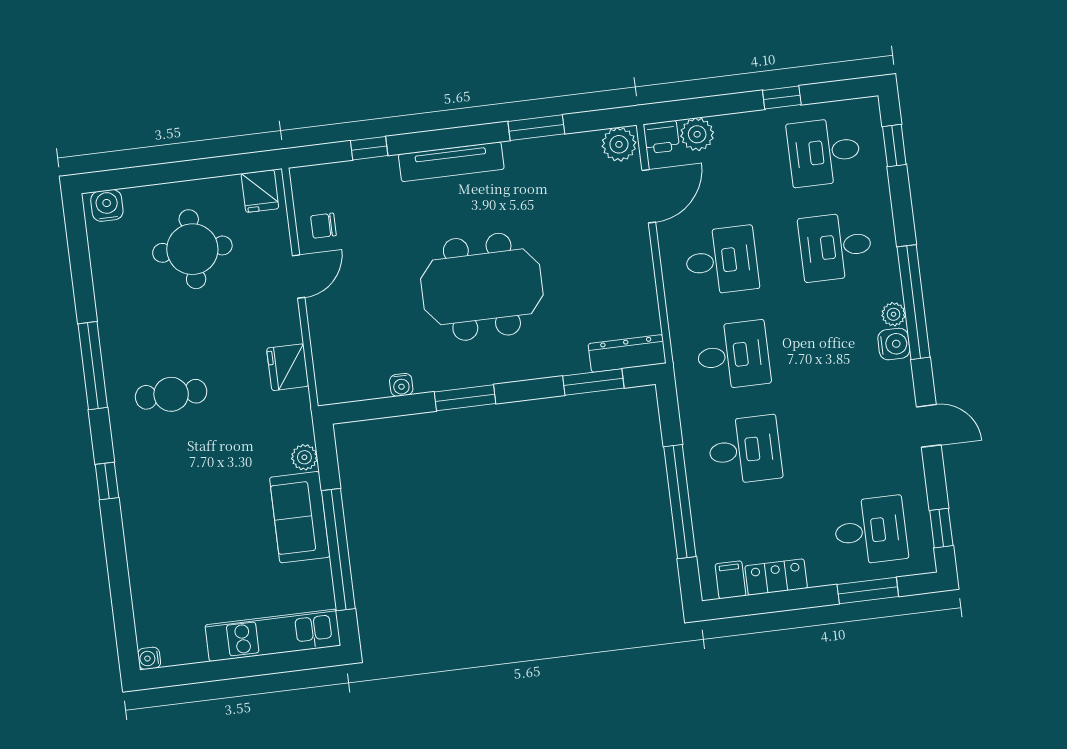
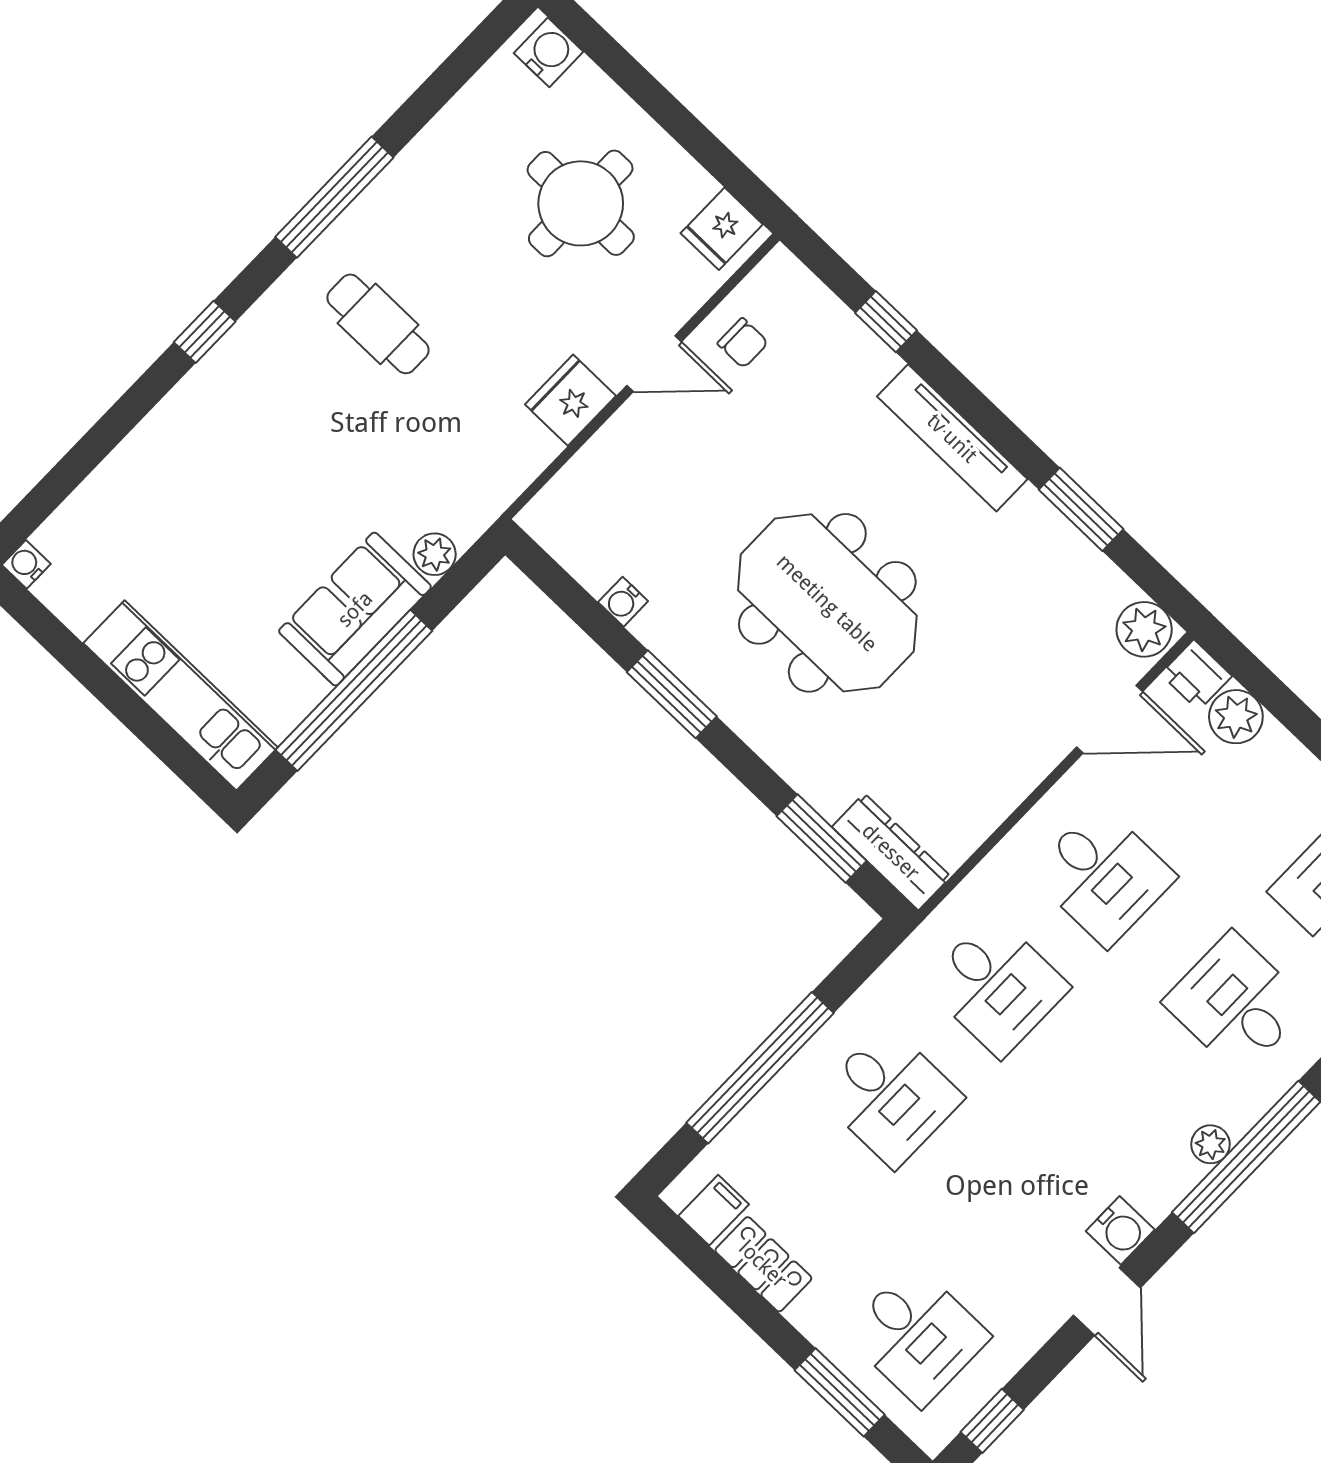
chair: (323, 226) -> (743, 343), turned 180
water cooler: (894, 344) -> (1120, 1230), moved
fridge: (288, 367) -> (570, 400), moved

